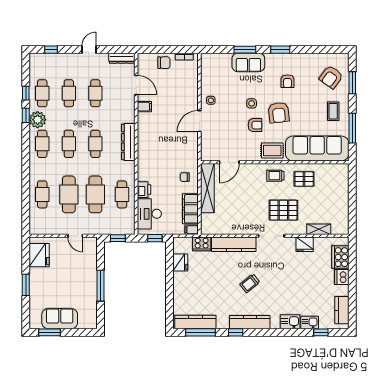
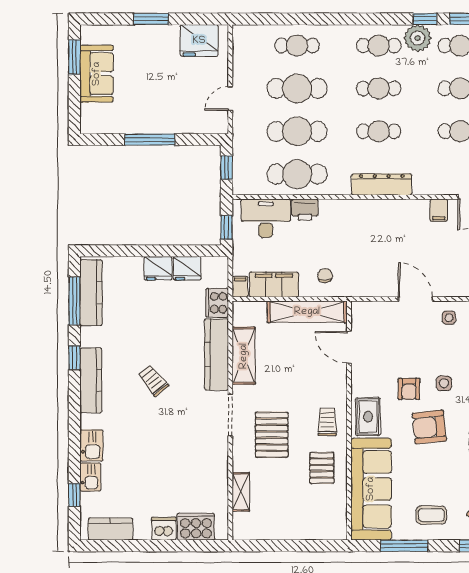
cafe table: (122, 194) -> (297, 174), width x1.37, depth x1.35
shelving: (234, 228) -> (244, 356), added
fridge: (305, 244) -> (158, 268), moved, turned -90

